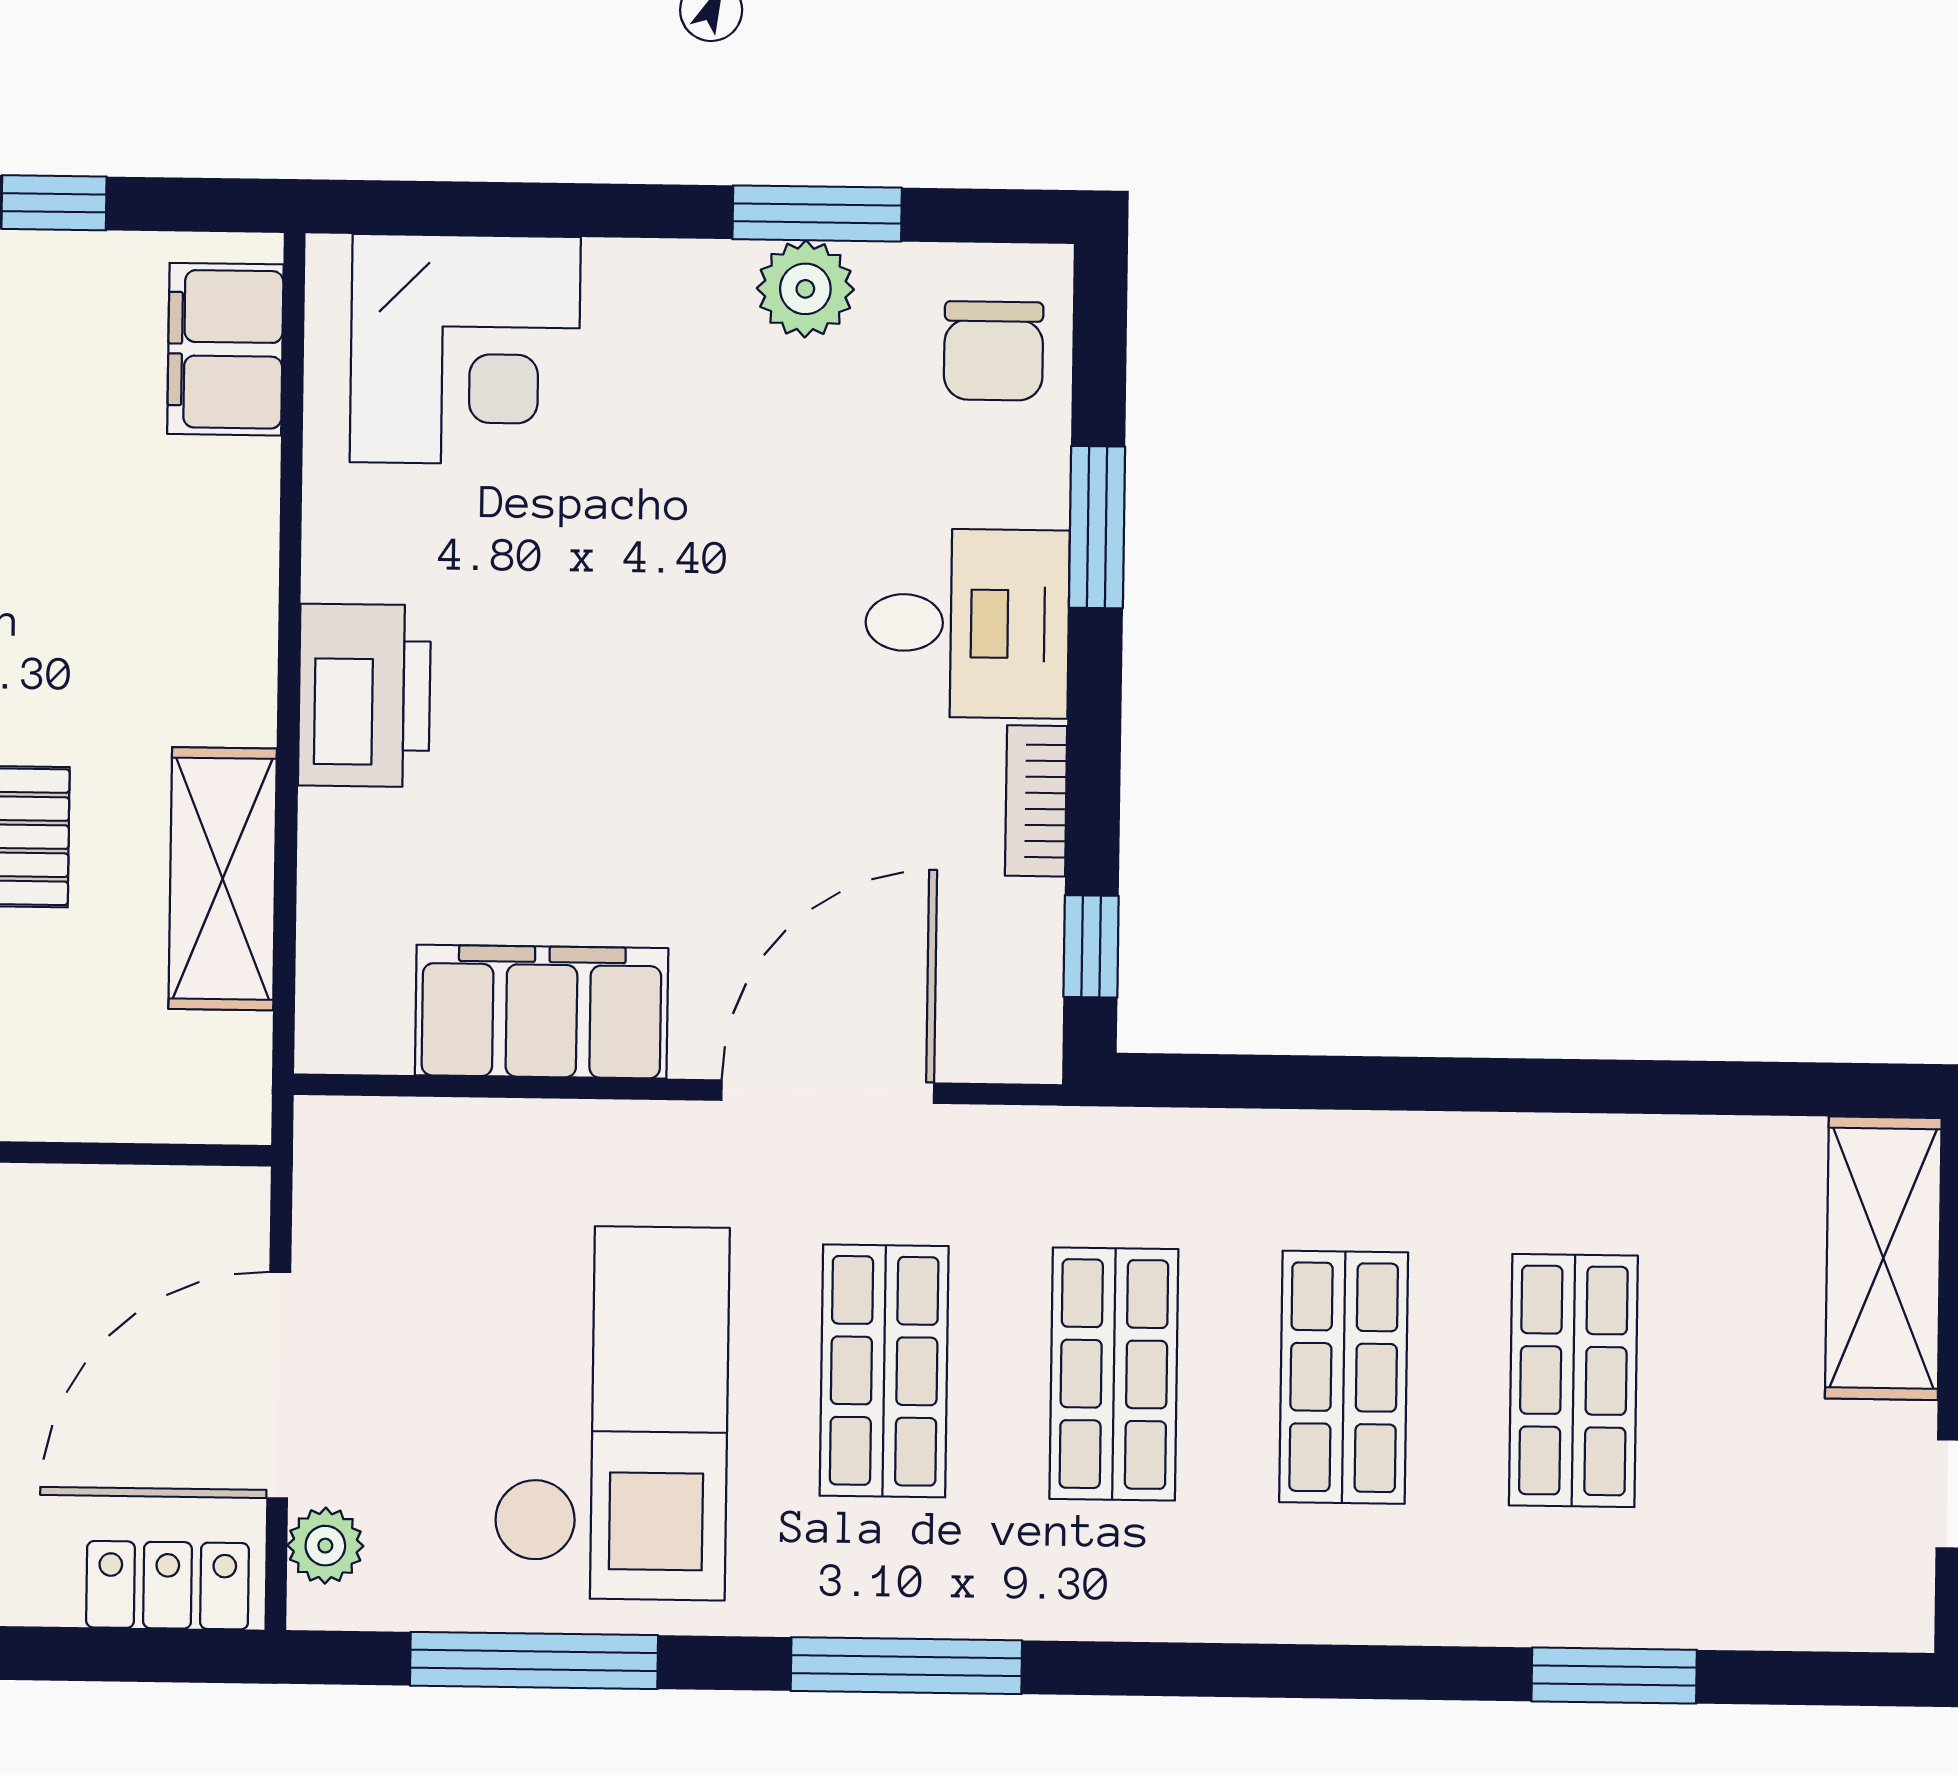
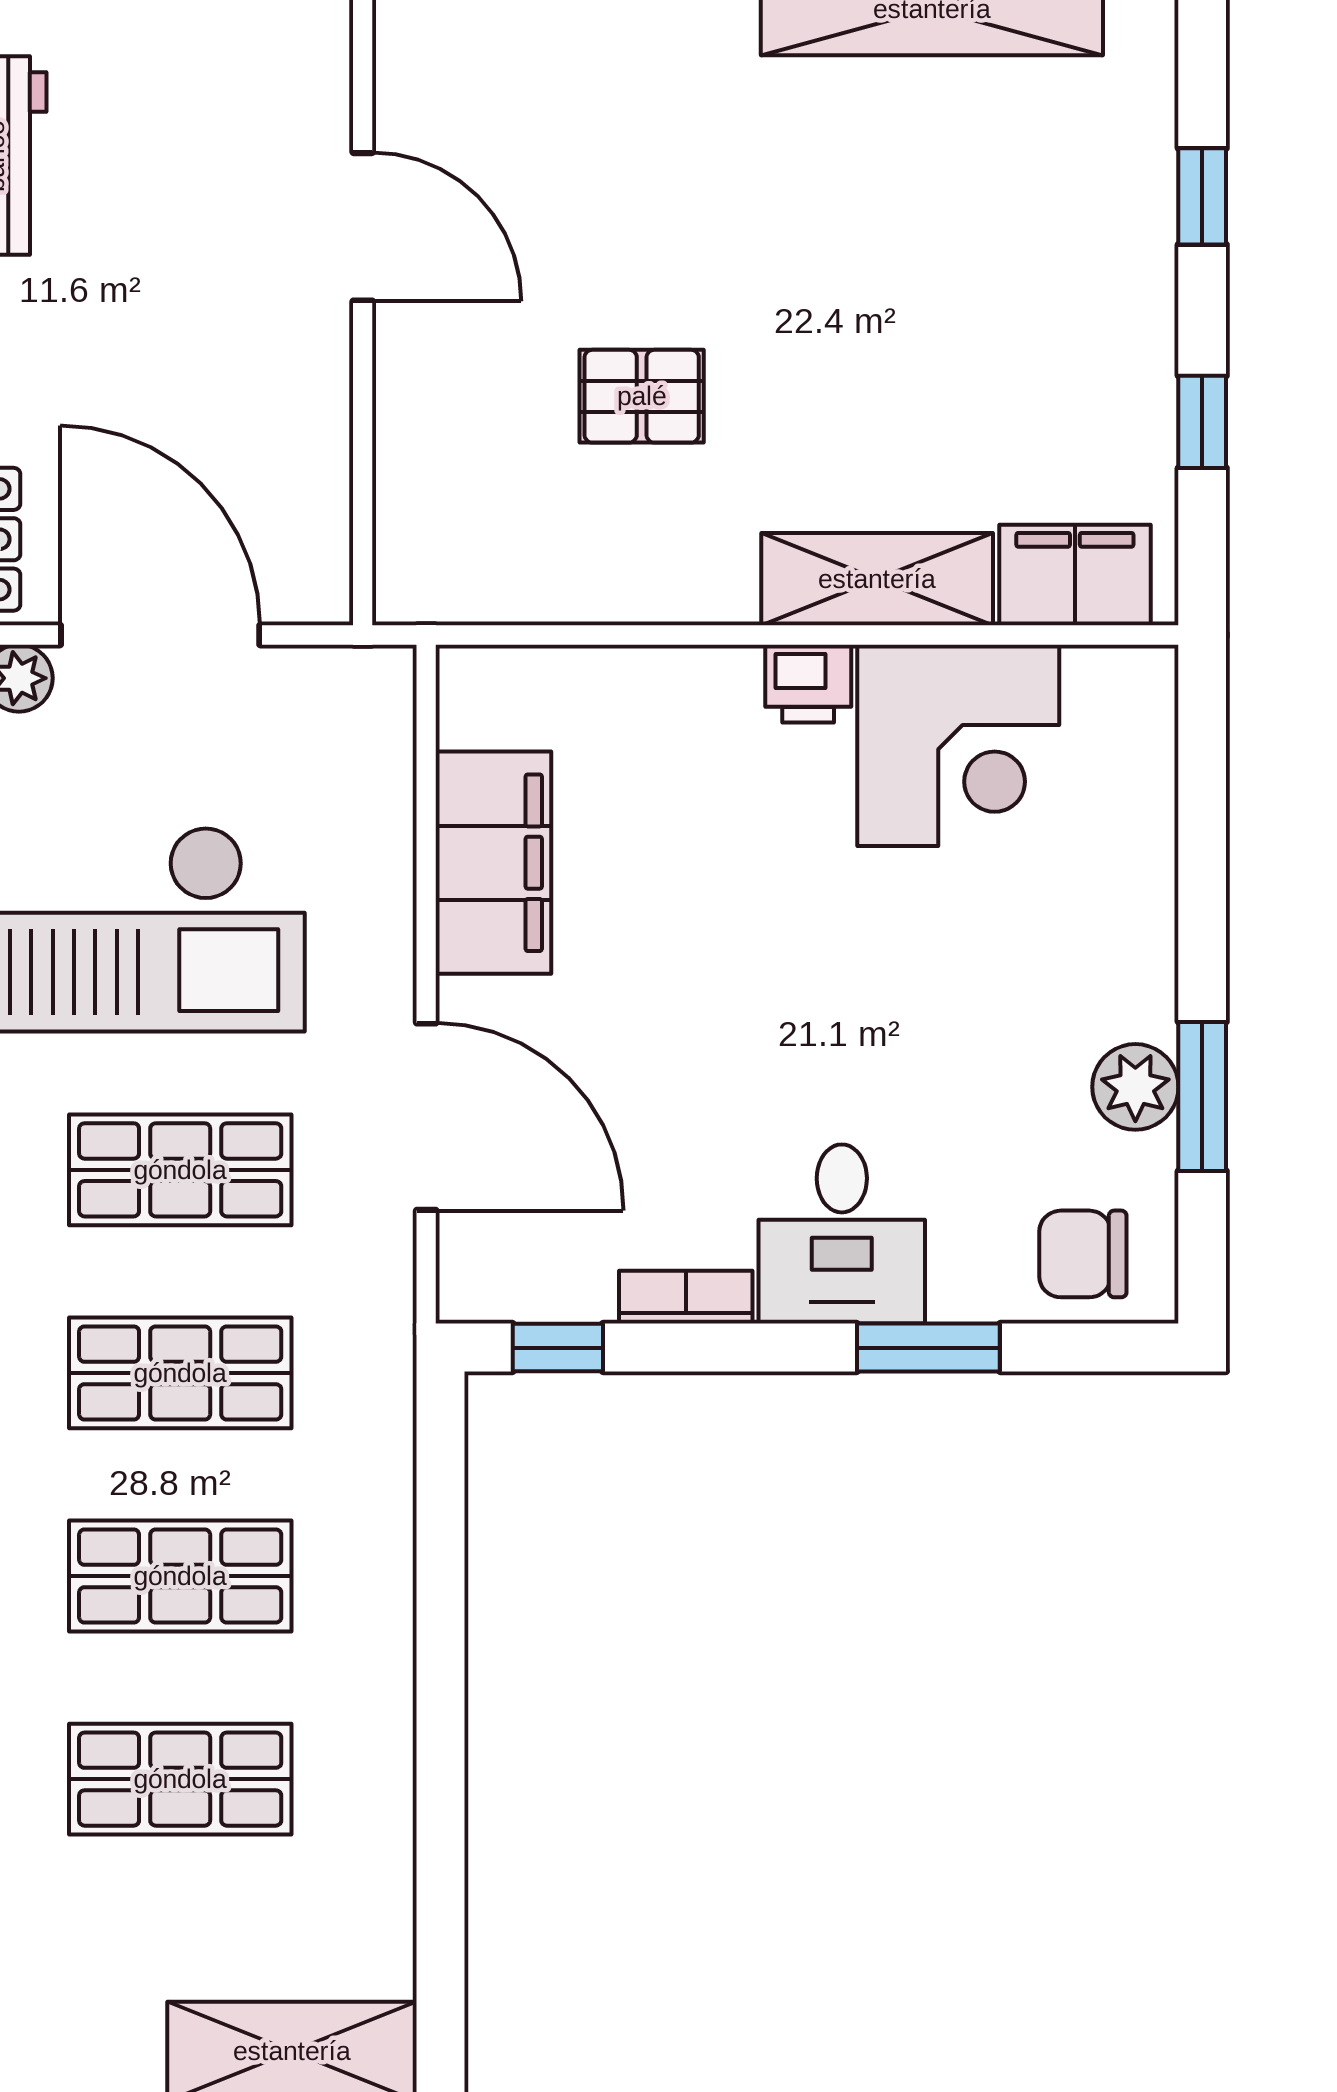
corner desk: (465, 350) -> (958, 745), moved, turned -90
printer: (364, 695) -> (808, 684), width x0.53, depth x0.68
shelving: (223, 879) -> (877, 579), moved

